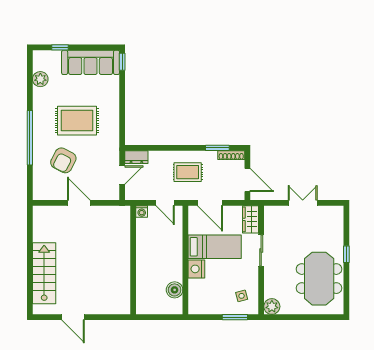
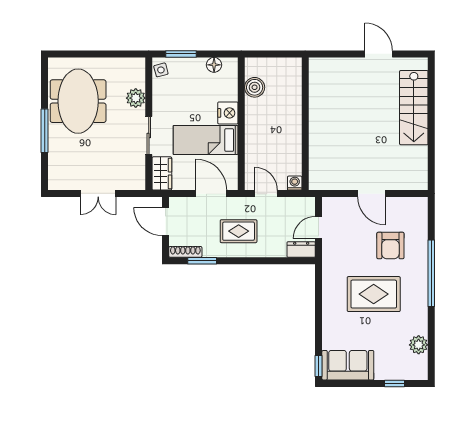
sofa: (91, 62) -> (348, 365), width x0.73
armchair: (63, 160) -> (390, 246), turned 153
window: (346, 254) -> (45, 131), width x2.17
side table: (242, 296) -> (161, 70), moved
plant: (272, 306) -> (136, 98), moved
floor lamp: (208, 308) -> (214, 65), added

